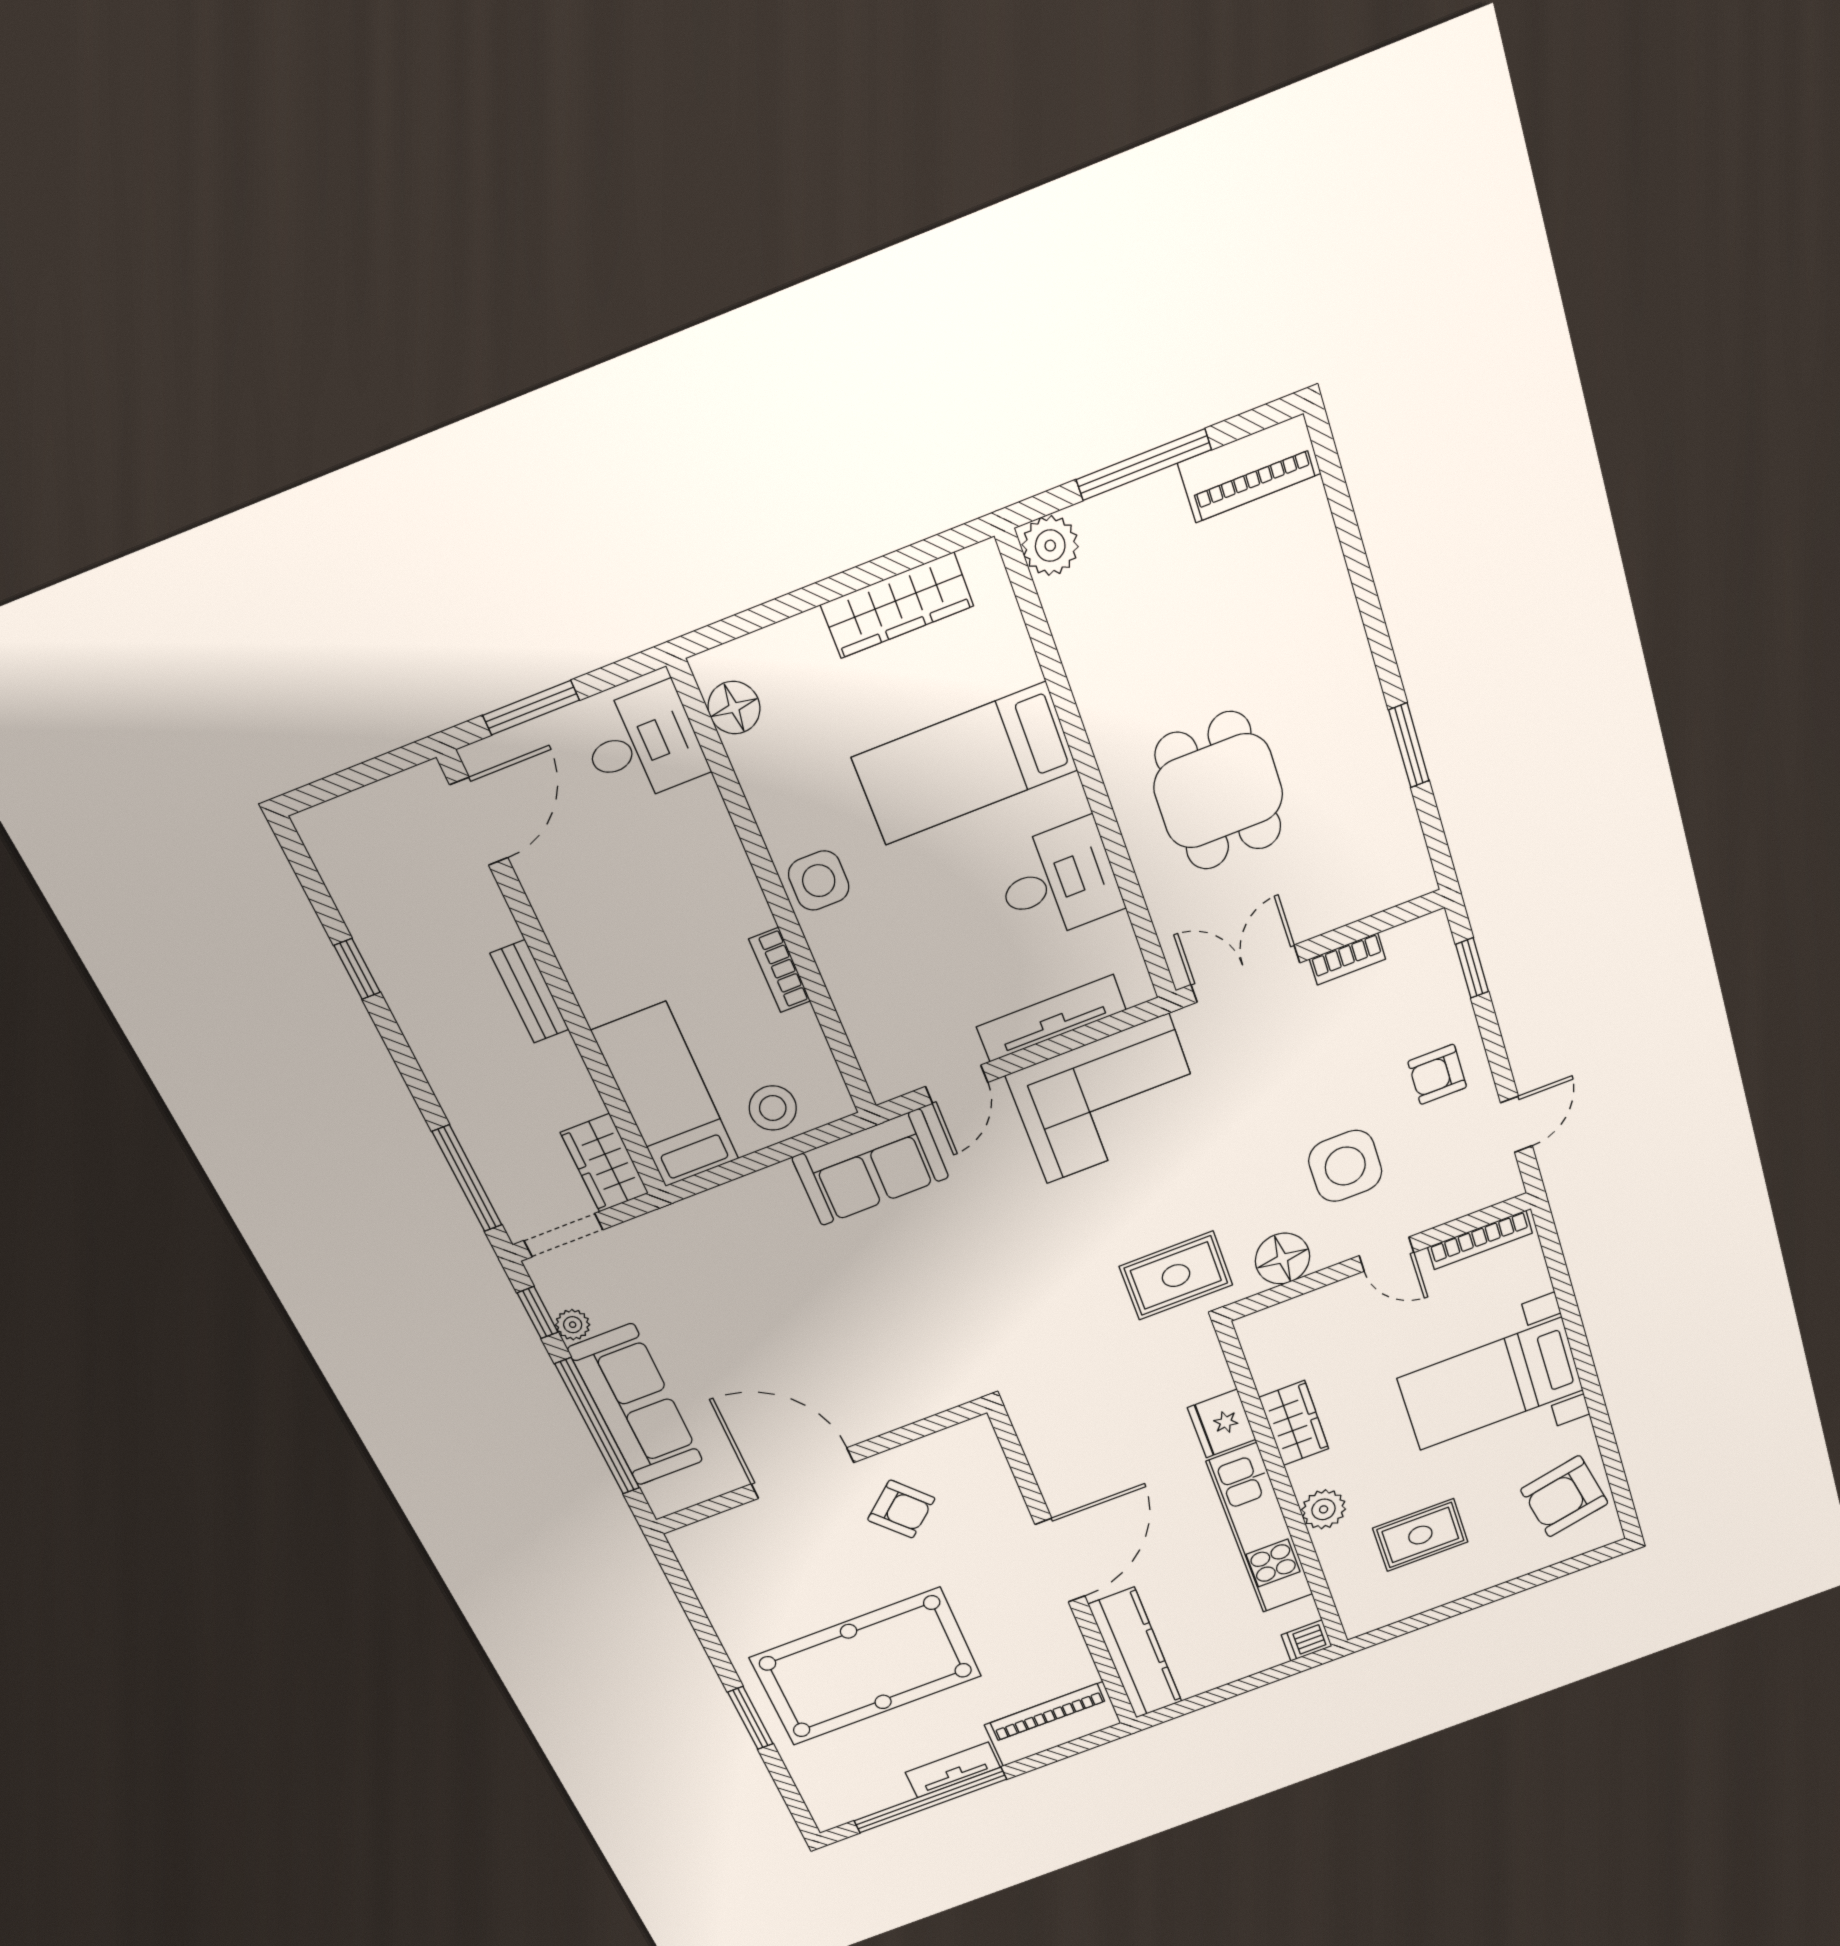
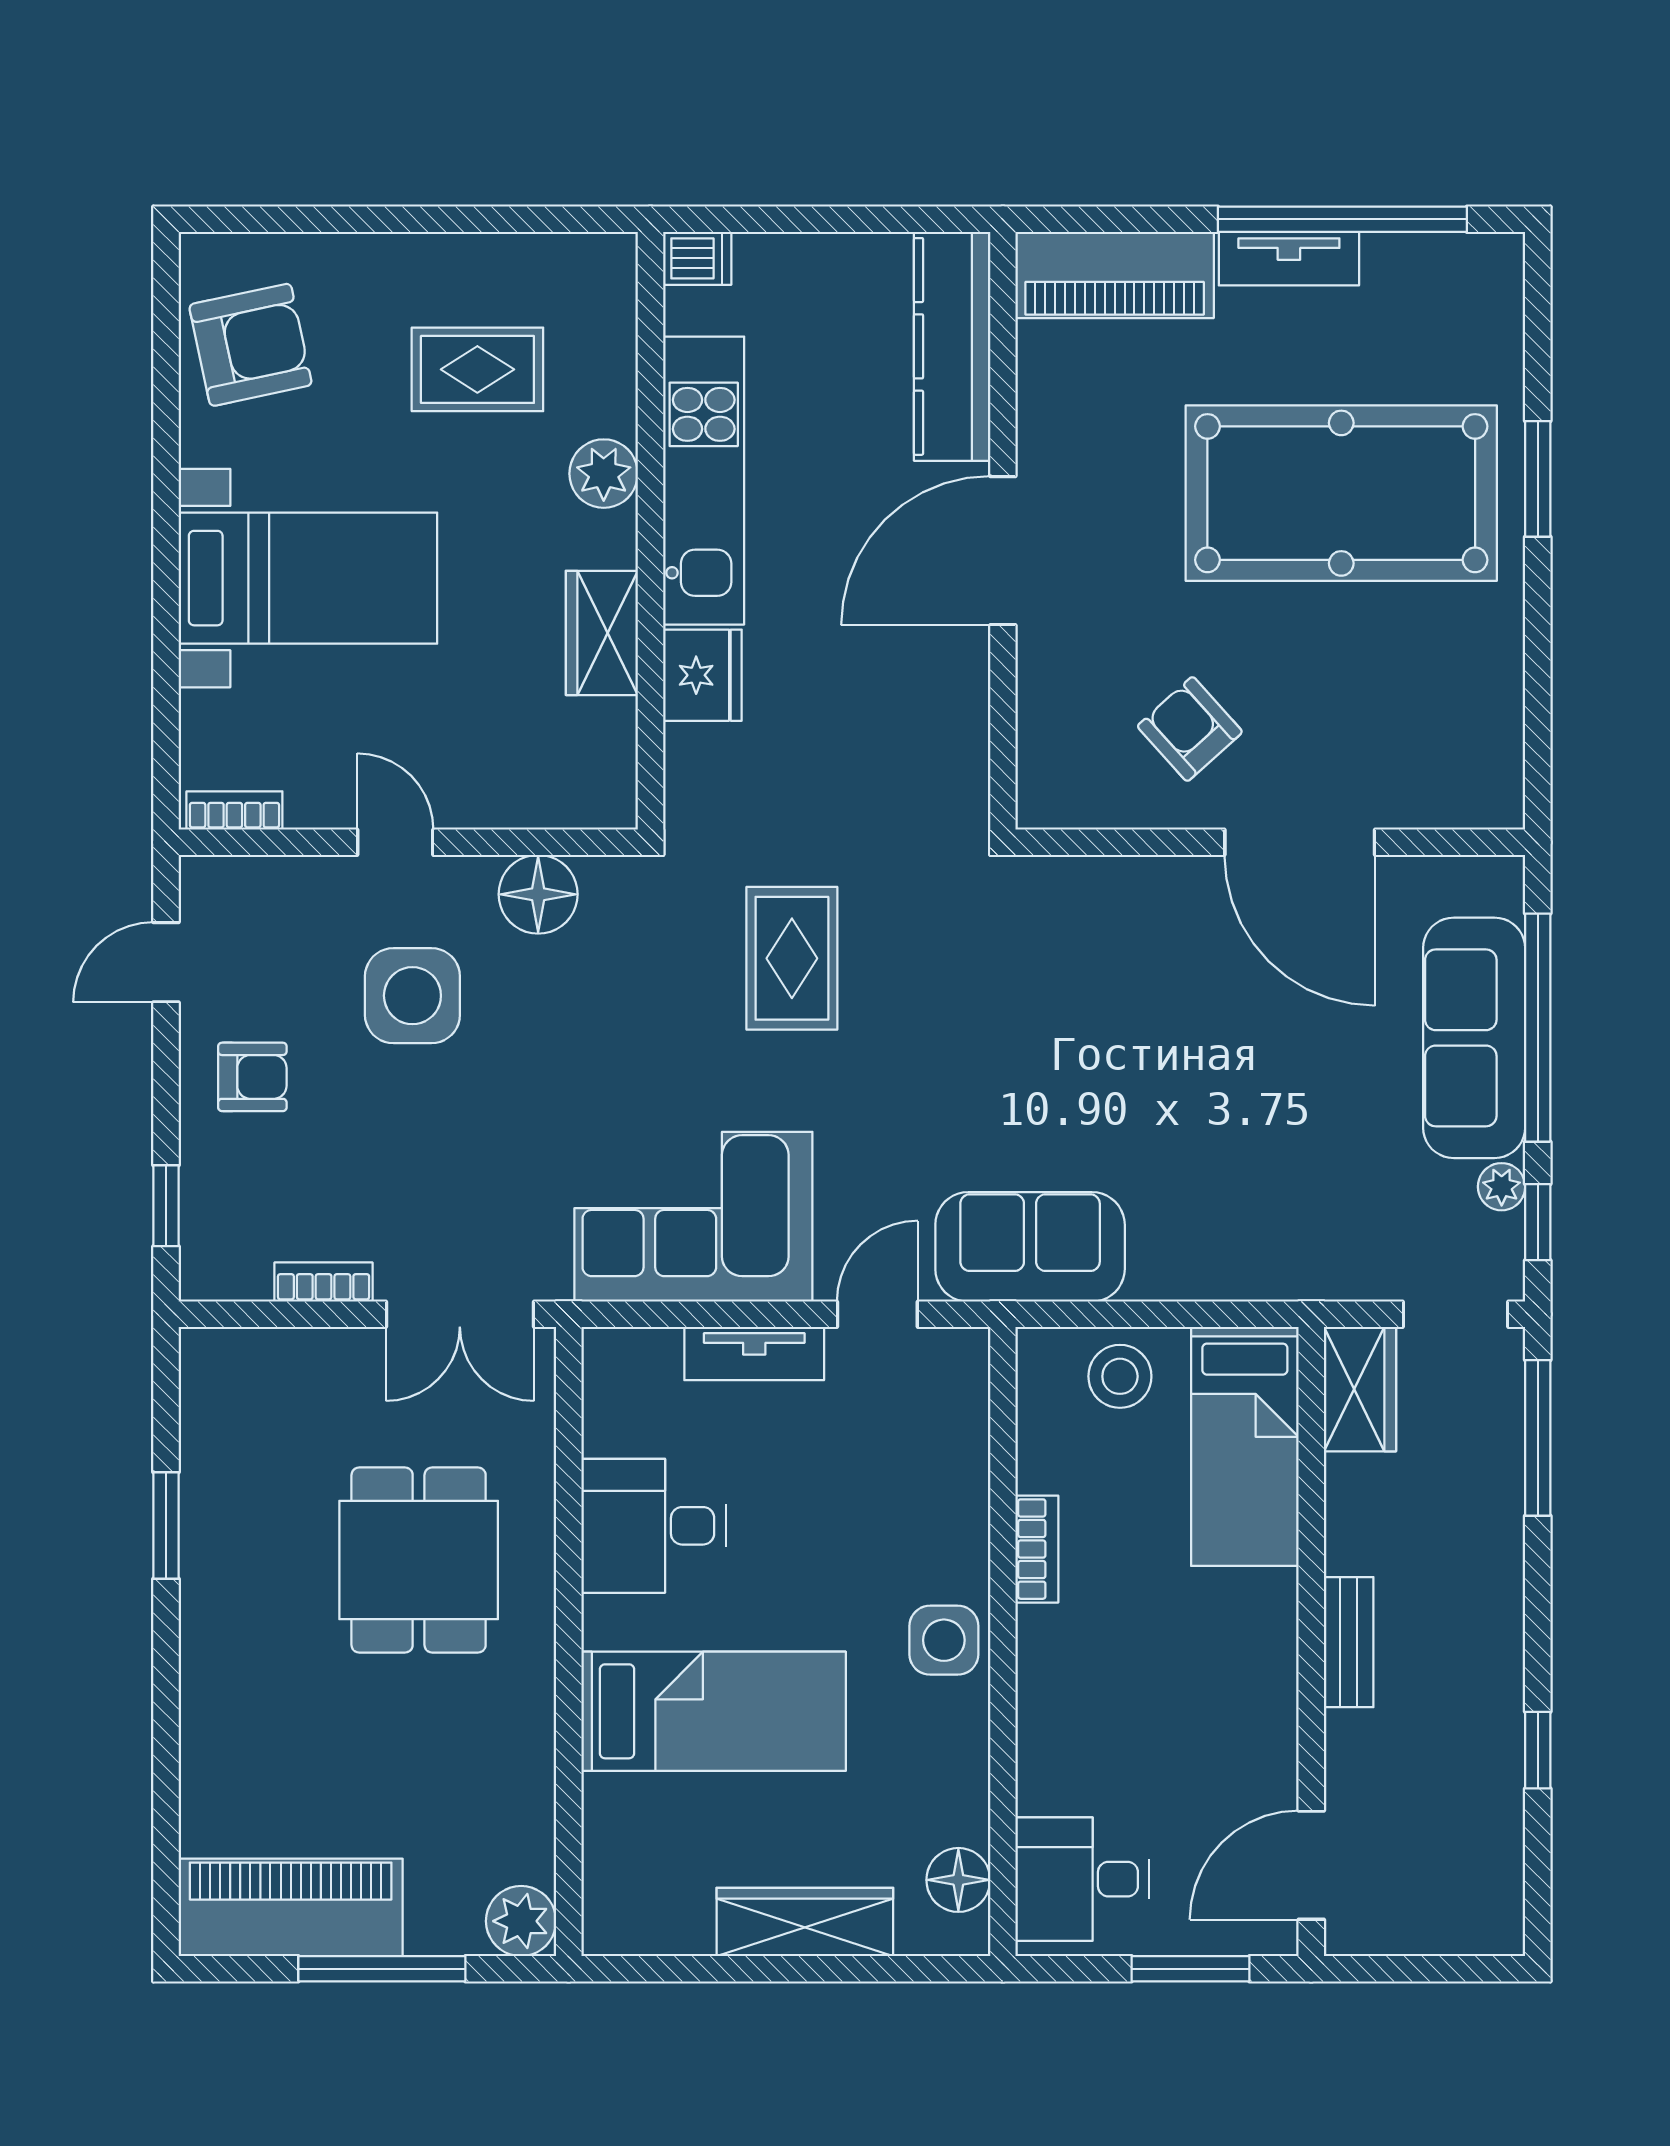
piano: (1249, 468) -> (291, 1907), width x1.37, depth x1.33
wardrobe: (897, 605) -> (805, 1922), moved
tv unit: (1051, 1018) -> (754, 1353), width x0.71
bookcase: (1480, 1240) -> (234, 811), width x0.64
rug: (1176, 1276) -> (792, 958), moved, turned 90

